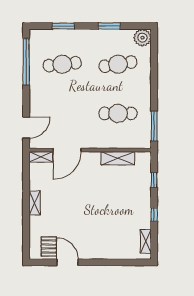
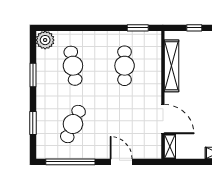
cafe table: (62, 64) -> (73, 124), turned 30
window: (154, 126) -> (138, 28), width x0.69
door: (26, 128) -> (121, 162), moved
shelving: (118, 158) -> (171, 66), width x1.47

